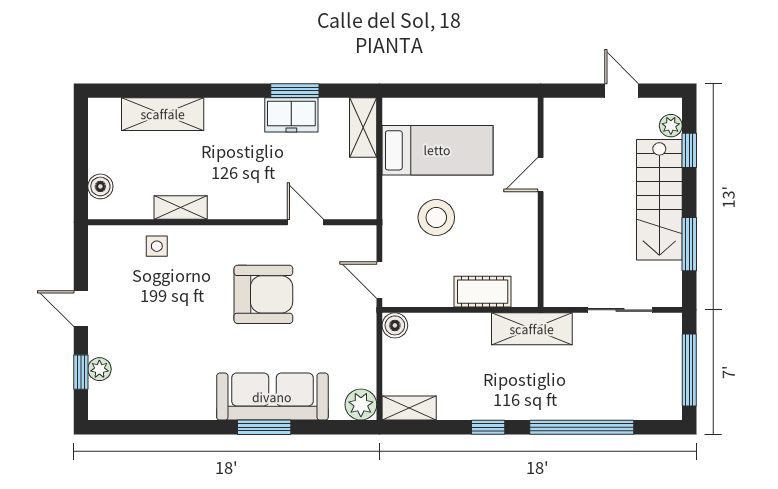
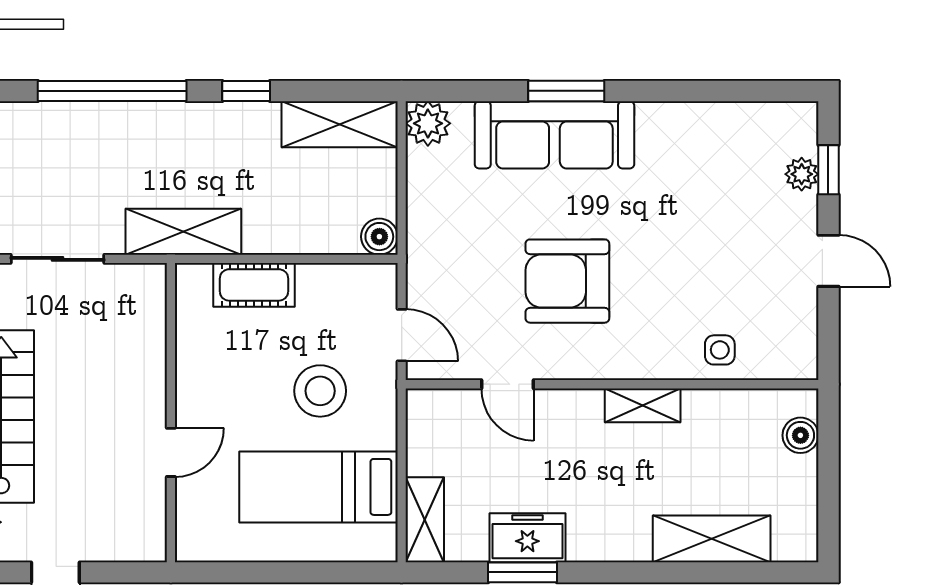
shelving: (181, 207) -> (643, 405), moved
door: (379, 280) -> (402, 335), moved
shelving: (409, 408) -> (340, 124), width x1.50, depth x1.33

